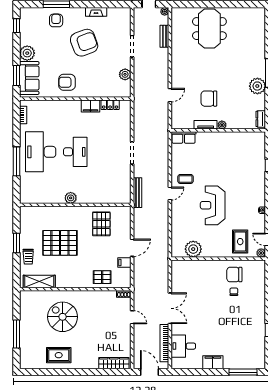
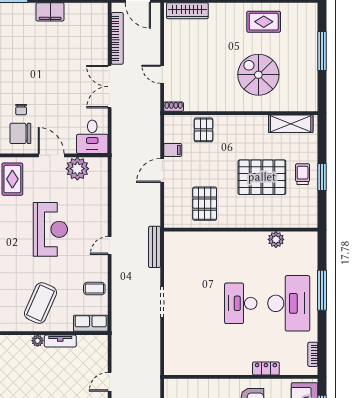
chair: (209, 99) -> (56, 377), removed
locker: (110, 105) -> (266, 368), moved
filing cabinet: (90, 106) -> (220, 367), removed
coffee table: (220, 152) -> (40, 303), added
coffee table: (186, 179) -> (94, 289), moved
plant: (71, 198) -> (276, 239), moved
trolley: (28, 257) -> (303, 174), moved
door: (212, 259) -> (51, 155), added
chair: (234, 275) -> (20, 133), turned 180
pallet: (102, 277) -> (204, 130), turned 90
spiral stairs: (63, 317) -> (258, 75), turned 180
desk: (183, 346) -> (92, 137), moved, turned 90

